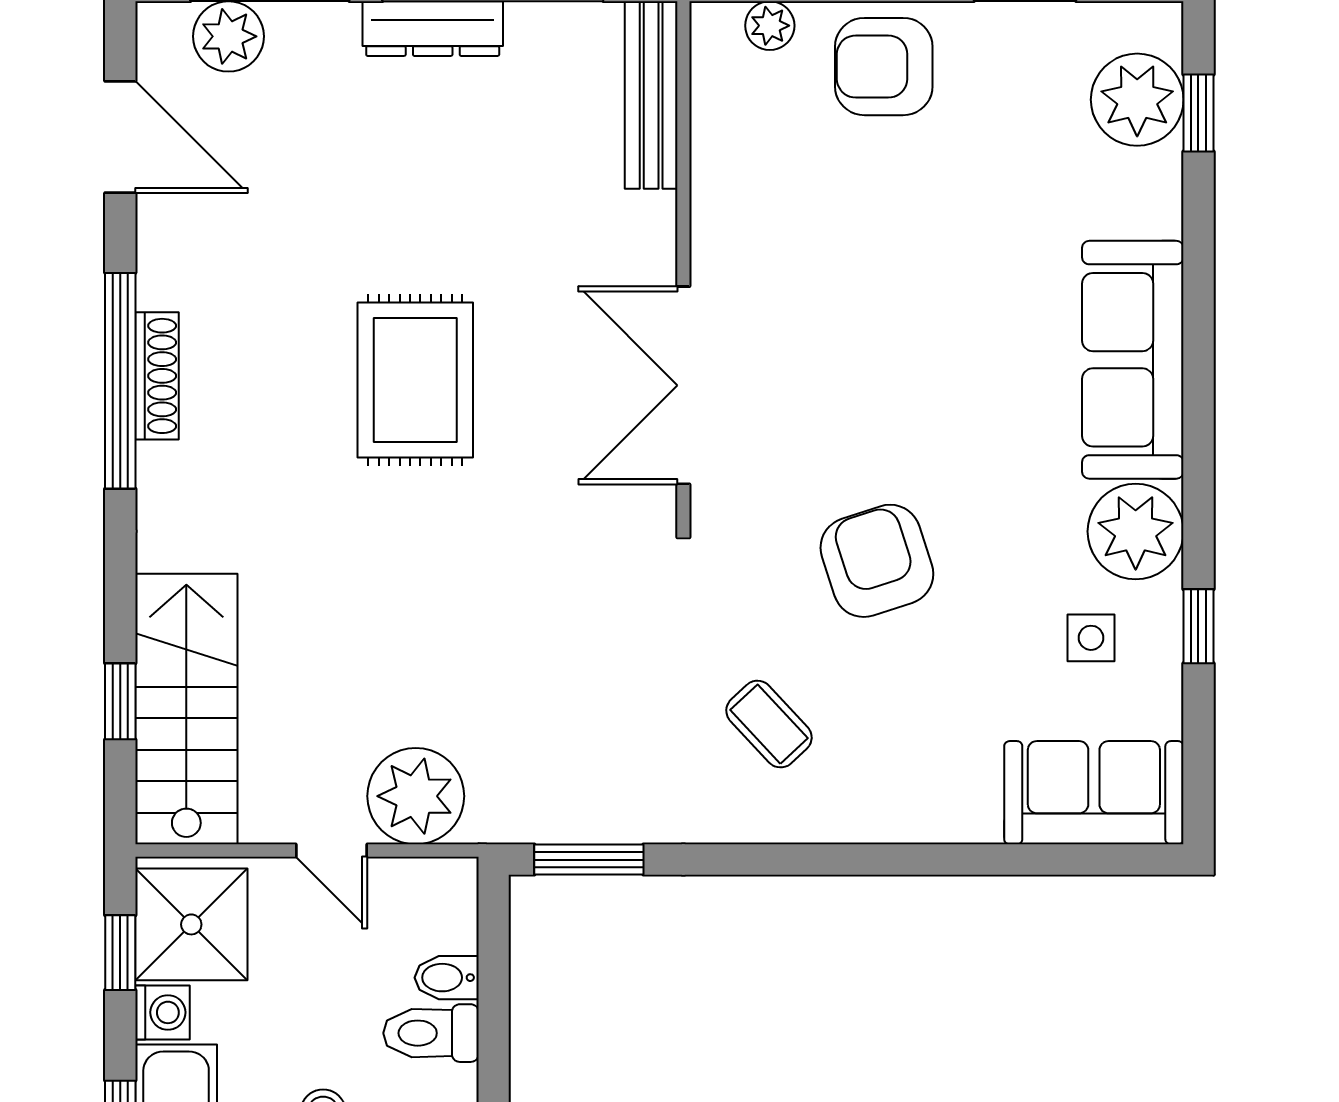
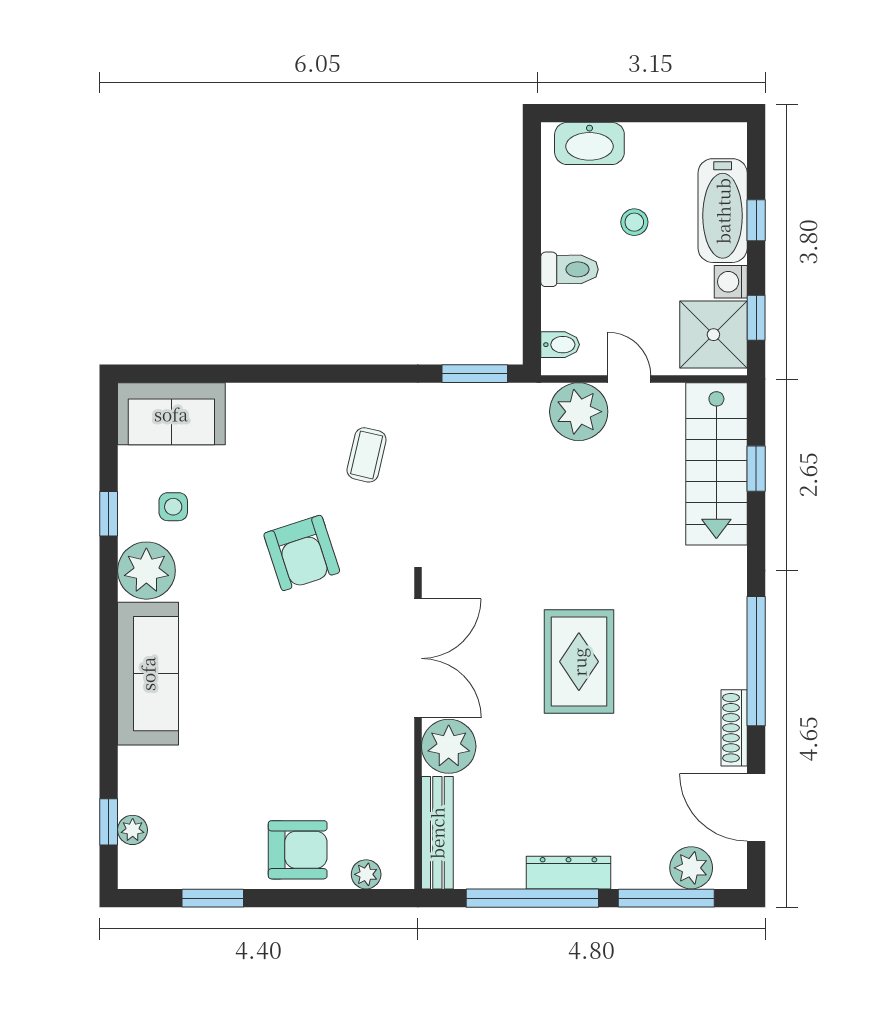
plant: (1137, 100) -> (133, 830), width x0.53, depth x0.53
plant: (632, 239) -> (449, 746), added
shoe rack: (157, 376) -> (734, 728), moved
coffee table: (769, 724) -> (367, 455), turned 56
bidet: (447, 978) -> (560, 345), moved

